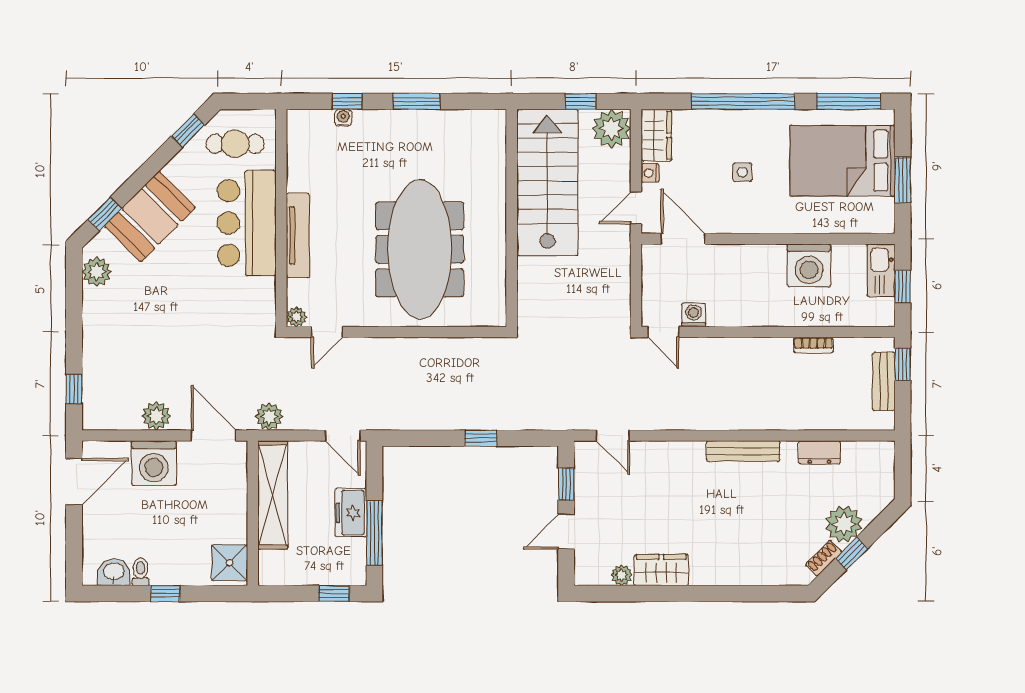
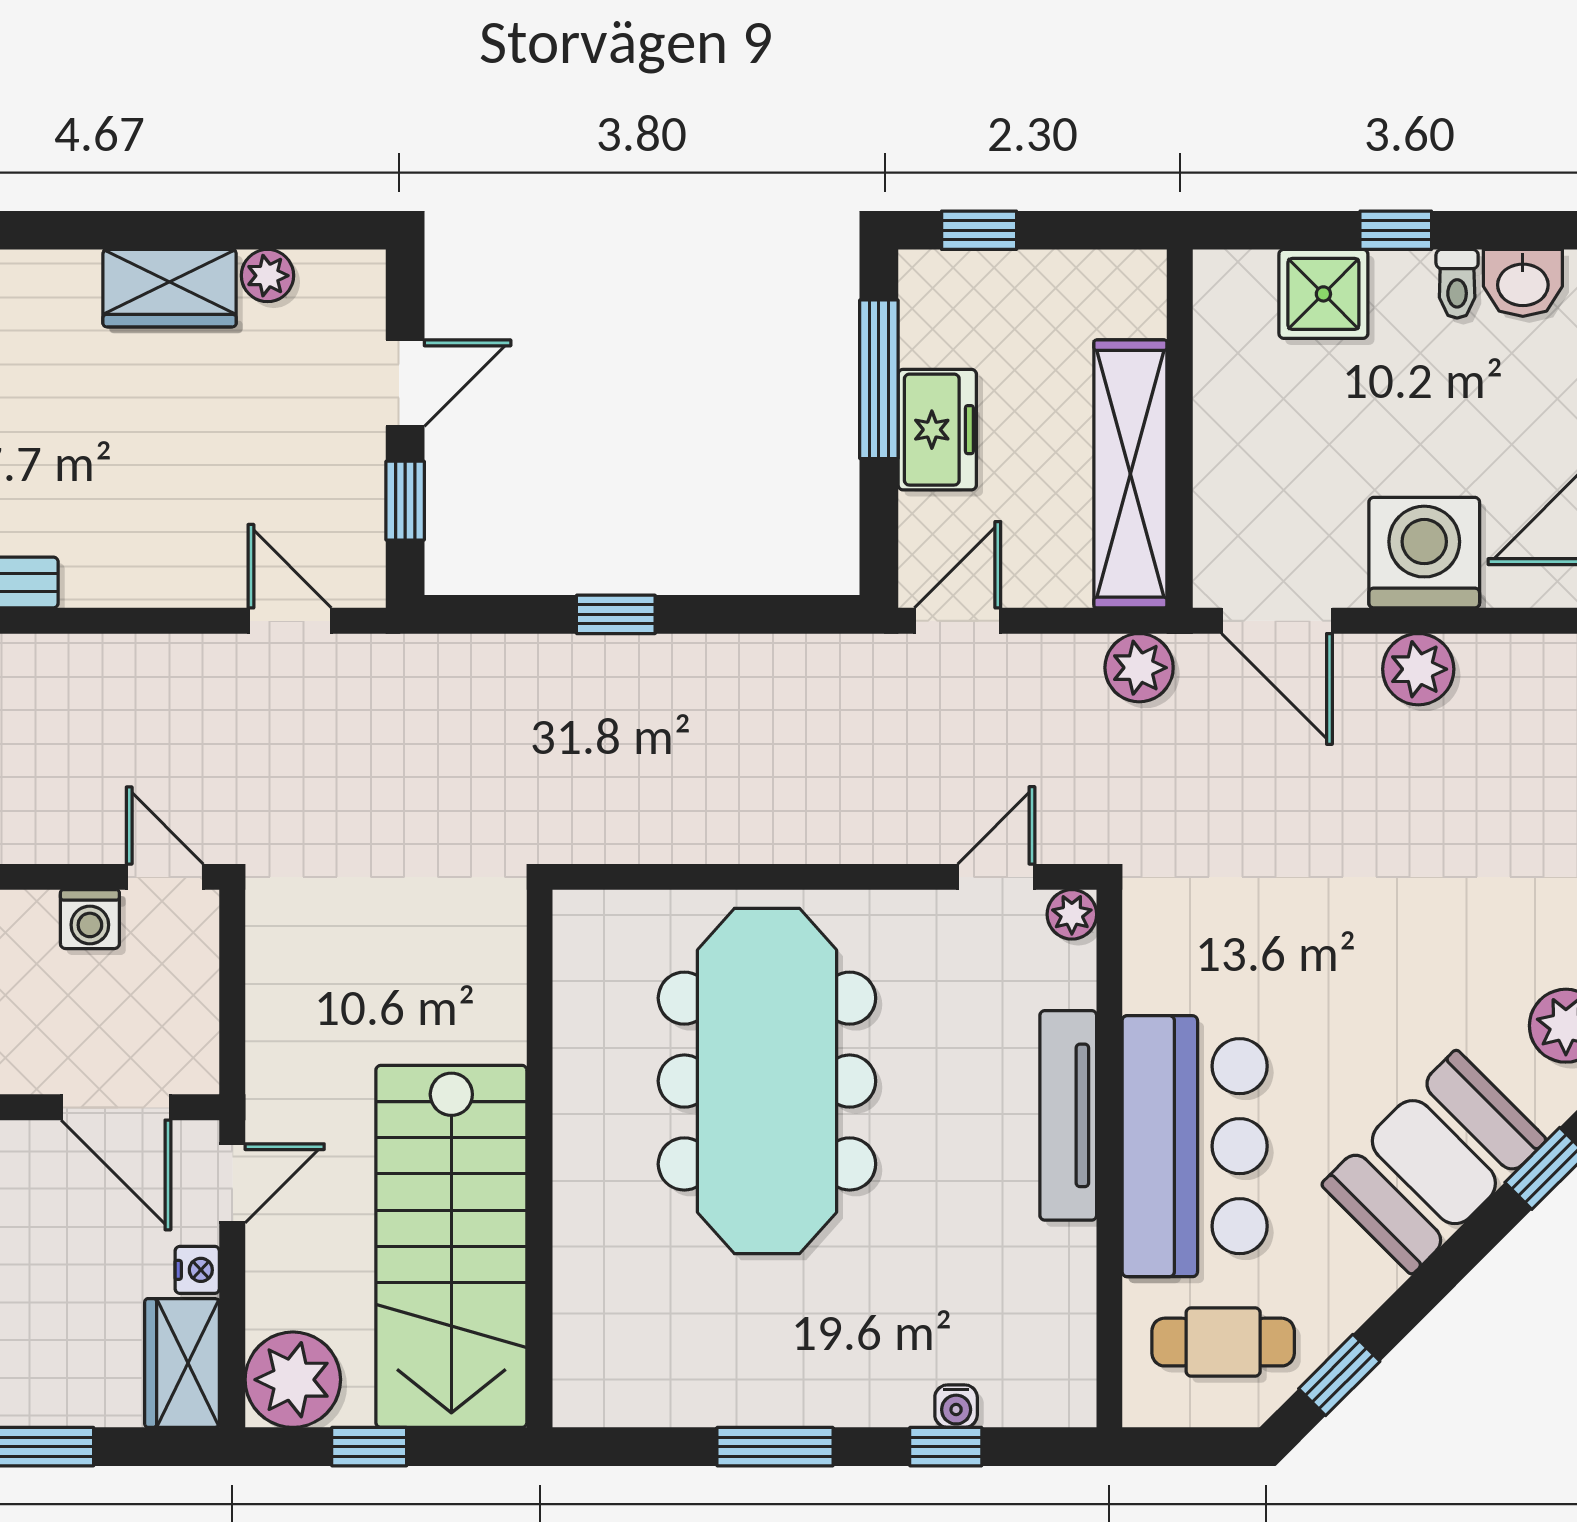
door: (343, 436) -> (958, 621), hinge flipped
shower: (230, 563) -> (1323, 294), moved

